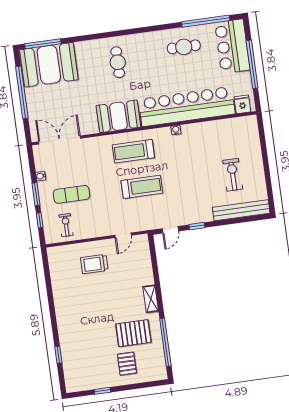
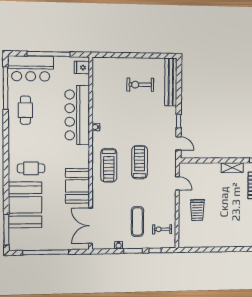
booth: (49, 65) -> (25, 205), moved
bar counter: (187, 107) -> (77, 115), width x0.73
booth: (118, 116) -> (77, 186), moved

